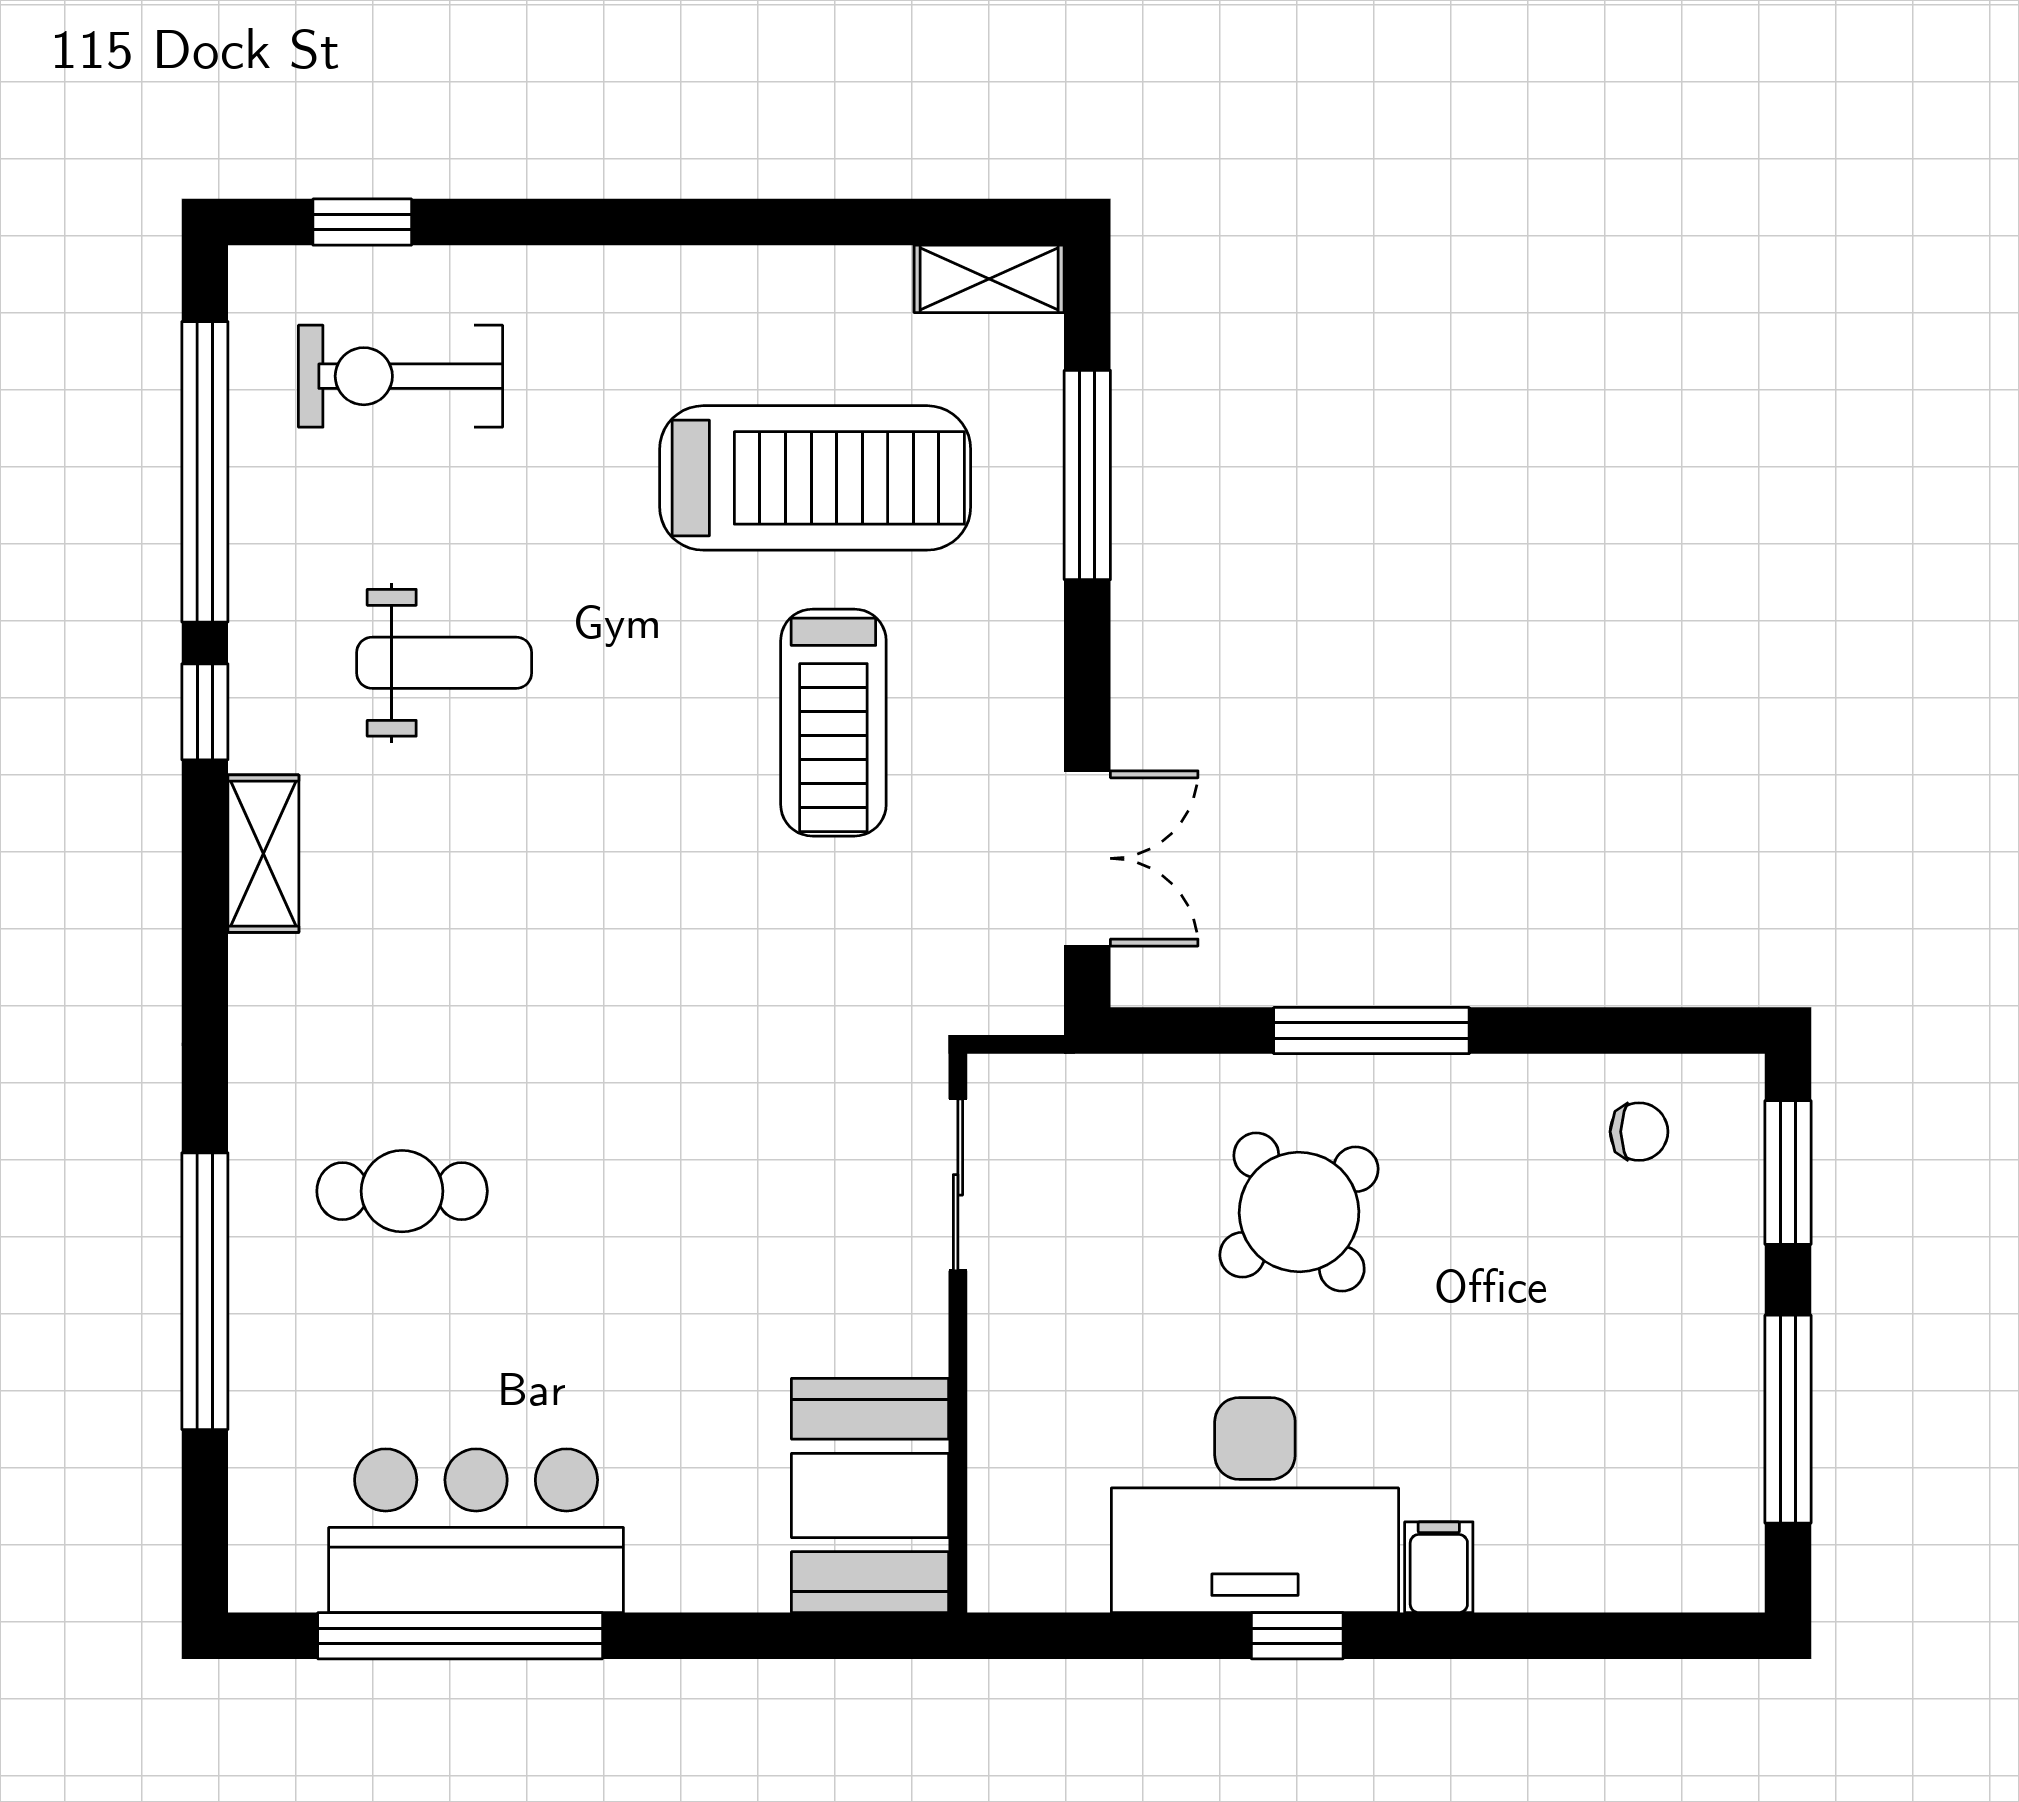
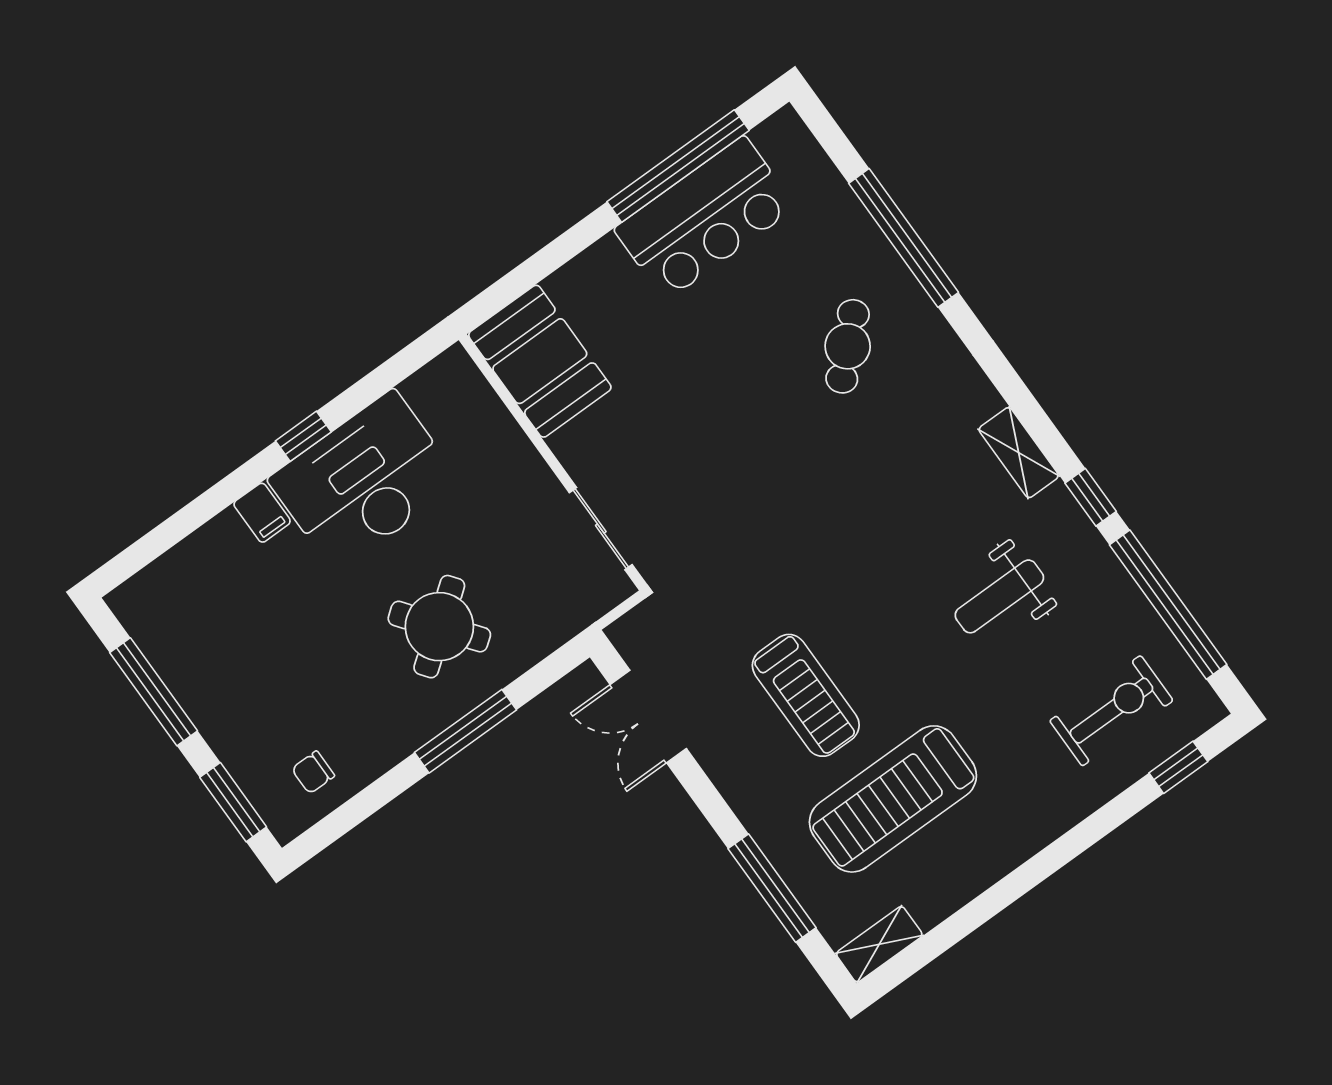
treadmill: (833, 723) -> (806, 695), turned 180
cafe table: (402, 1191) -> (848, 346), turned -44

